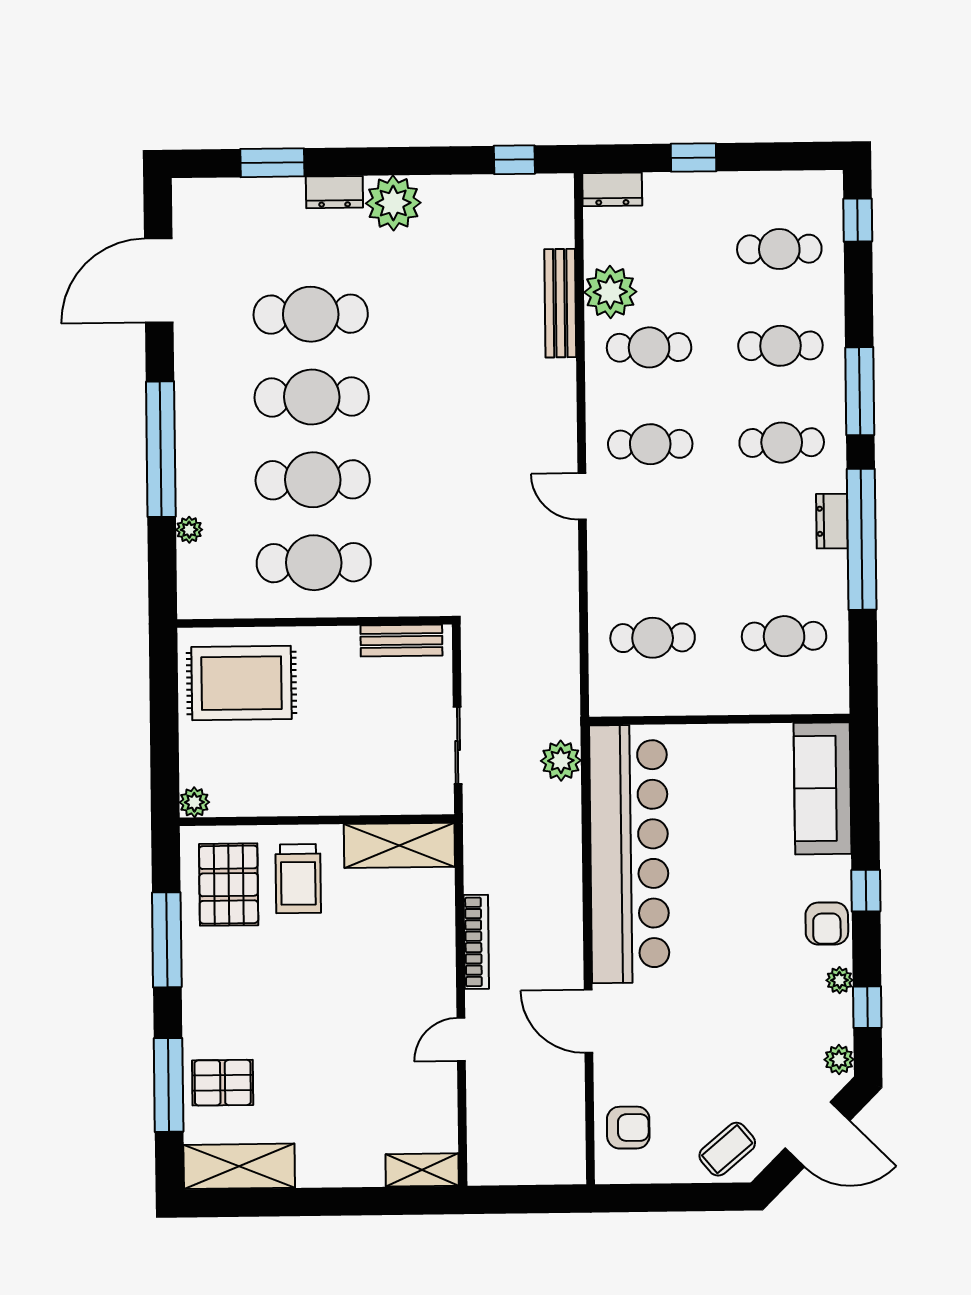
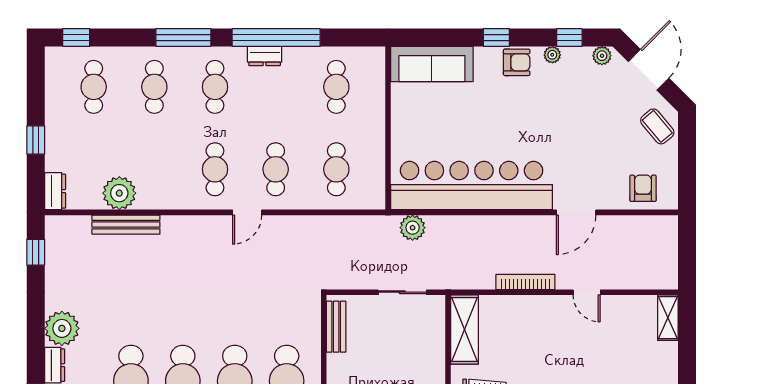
cafe table: (649, 347) -> (276, 169), moved

